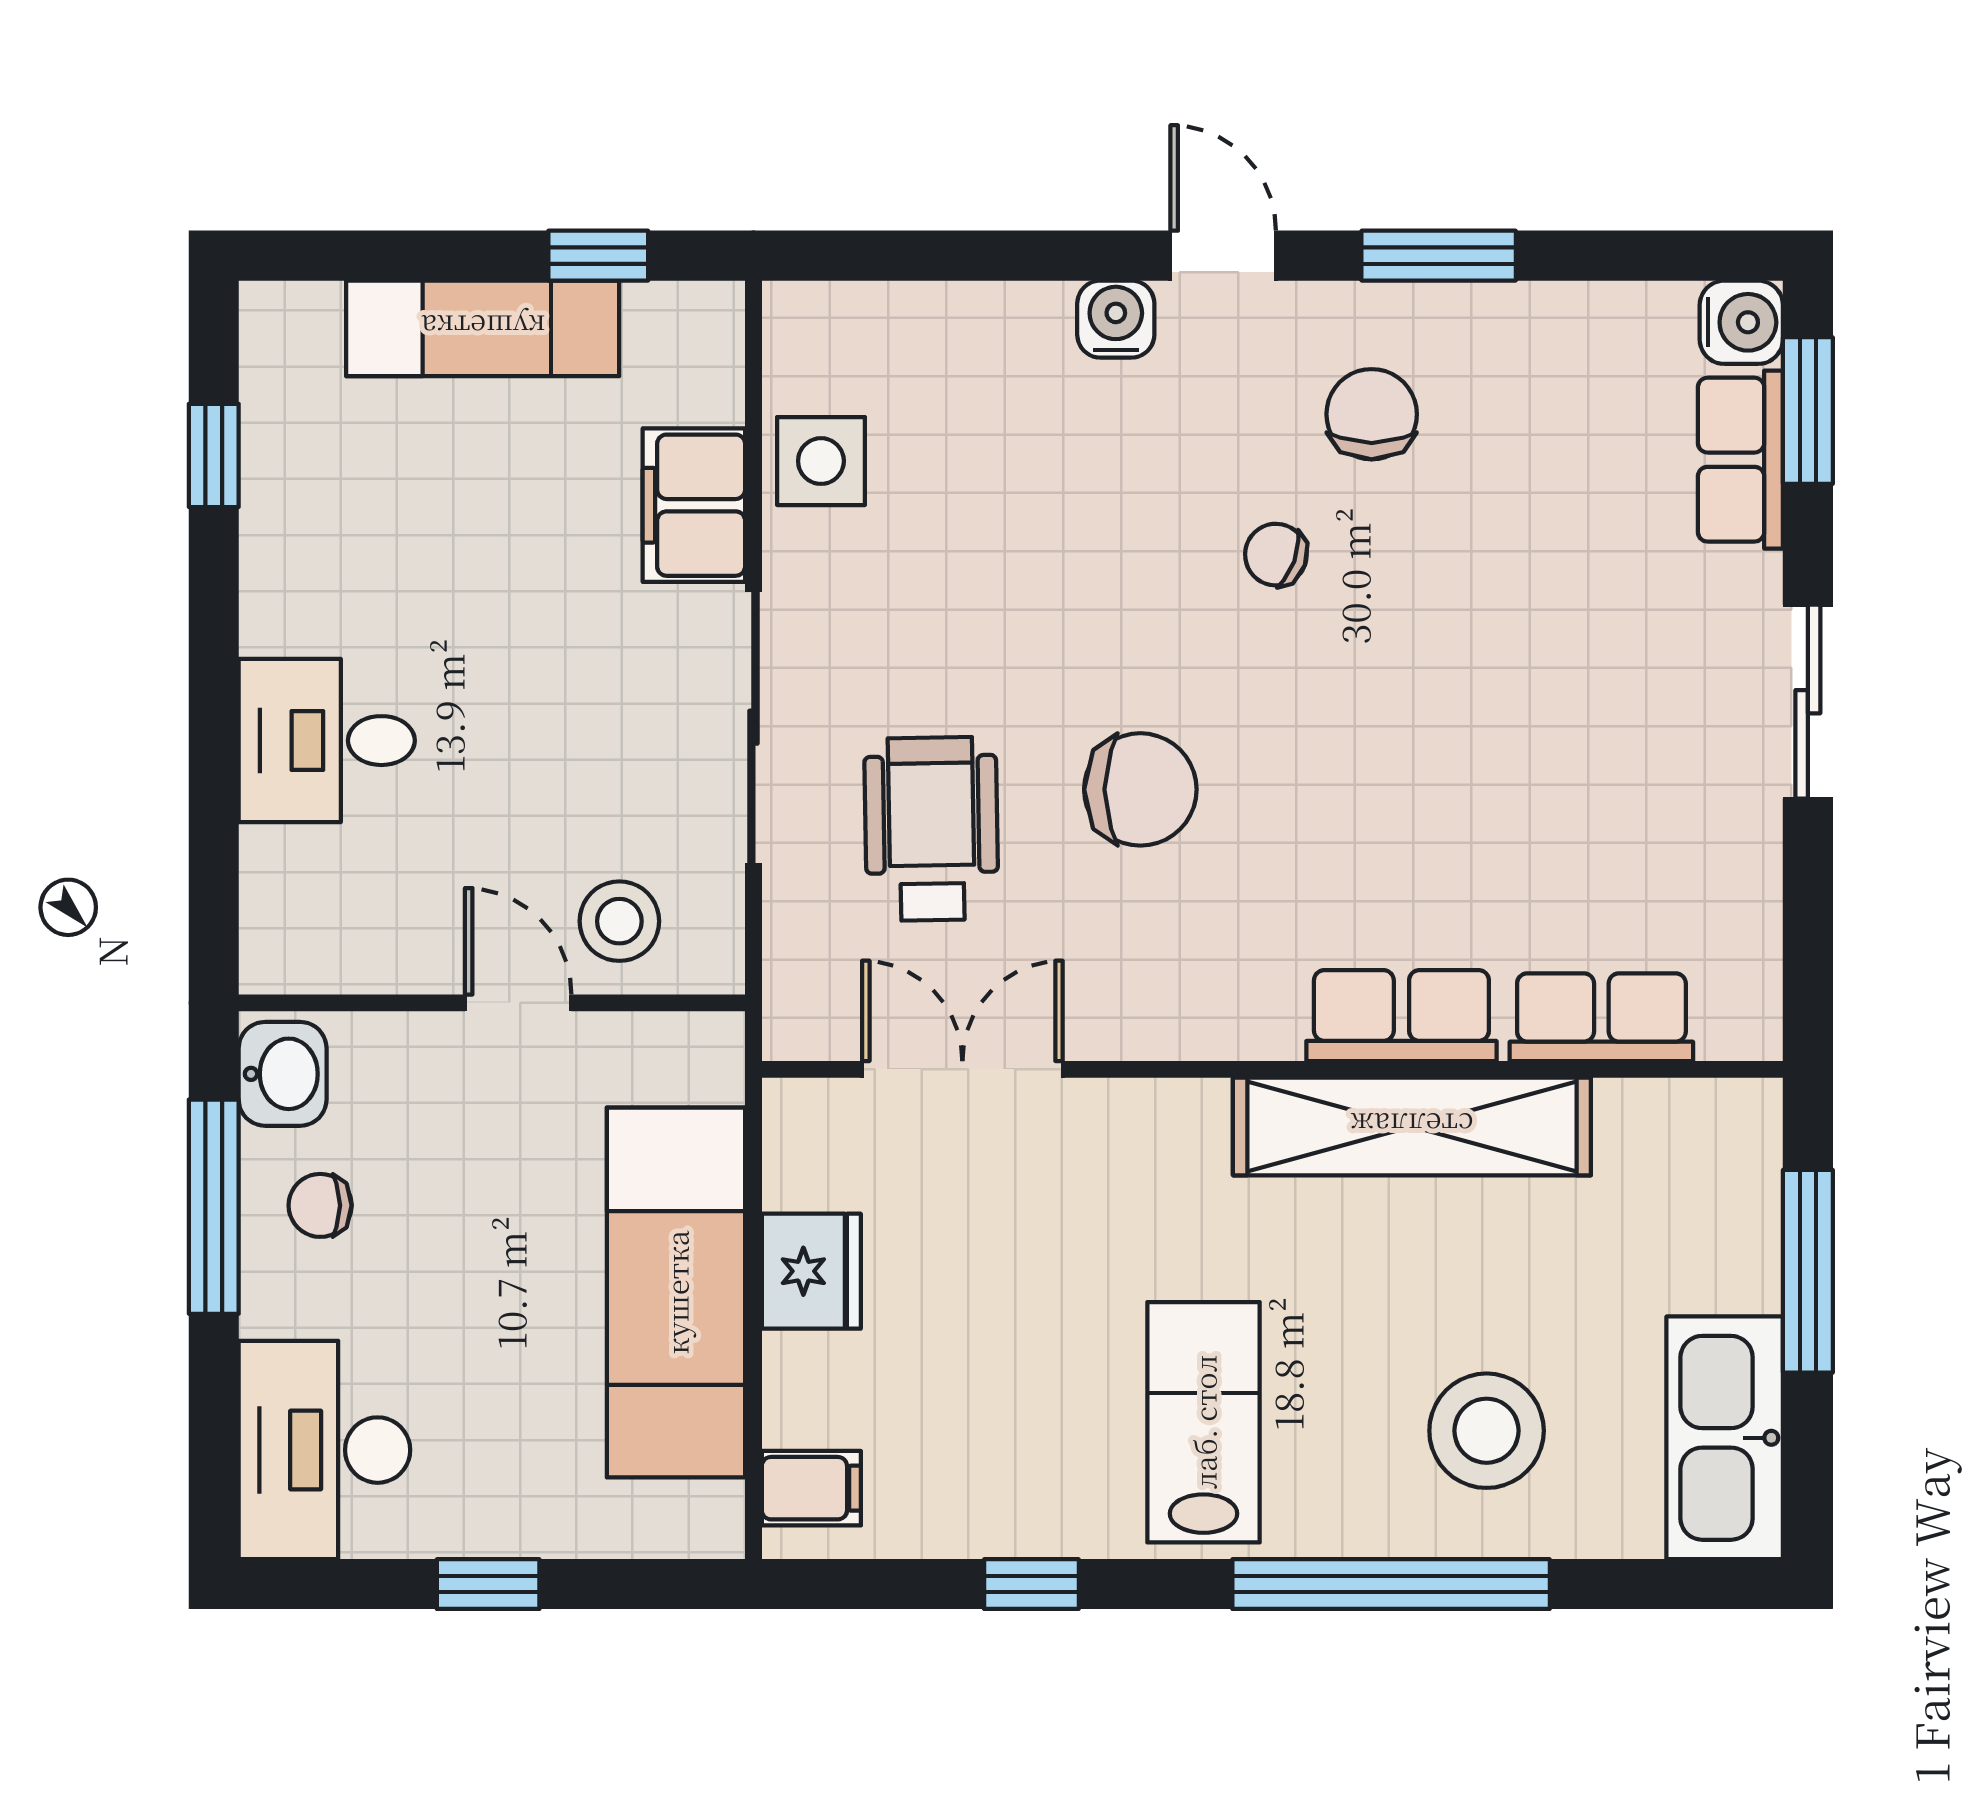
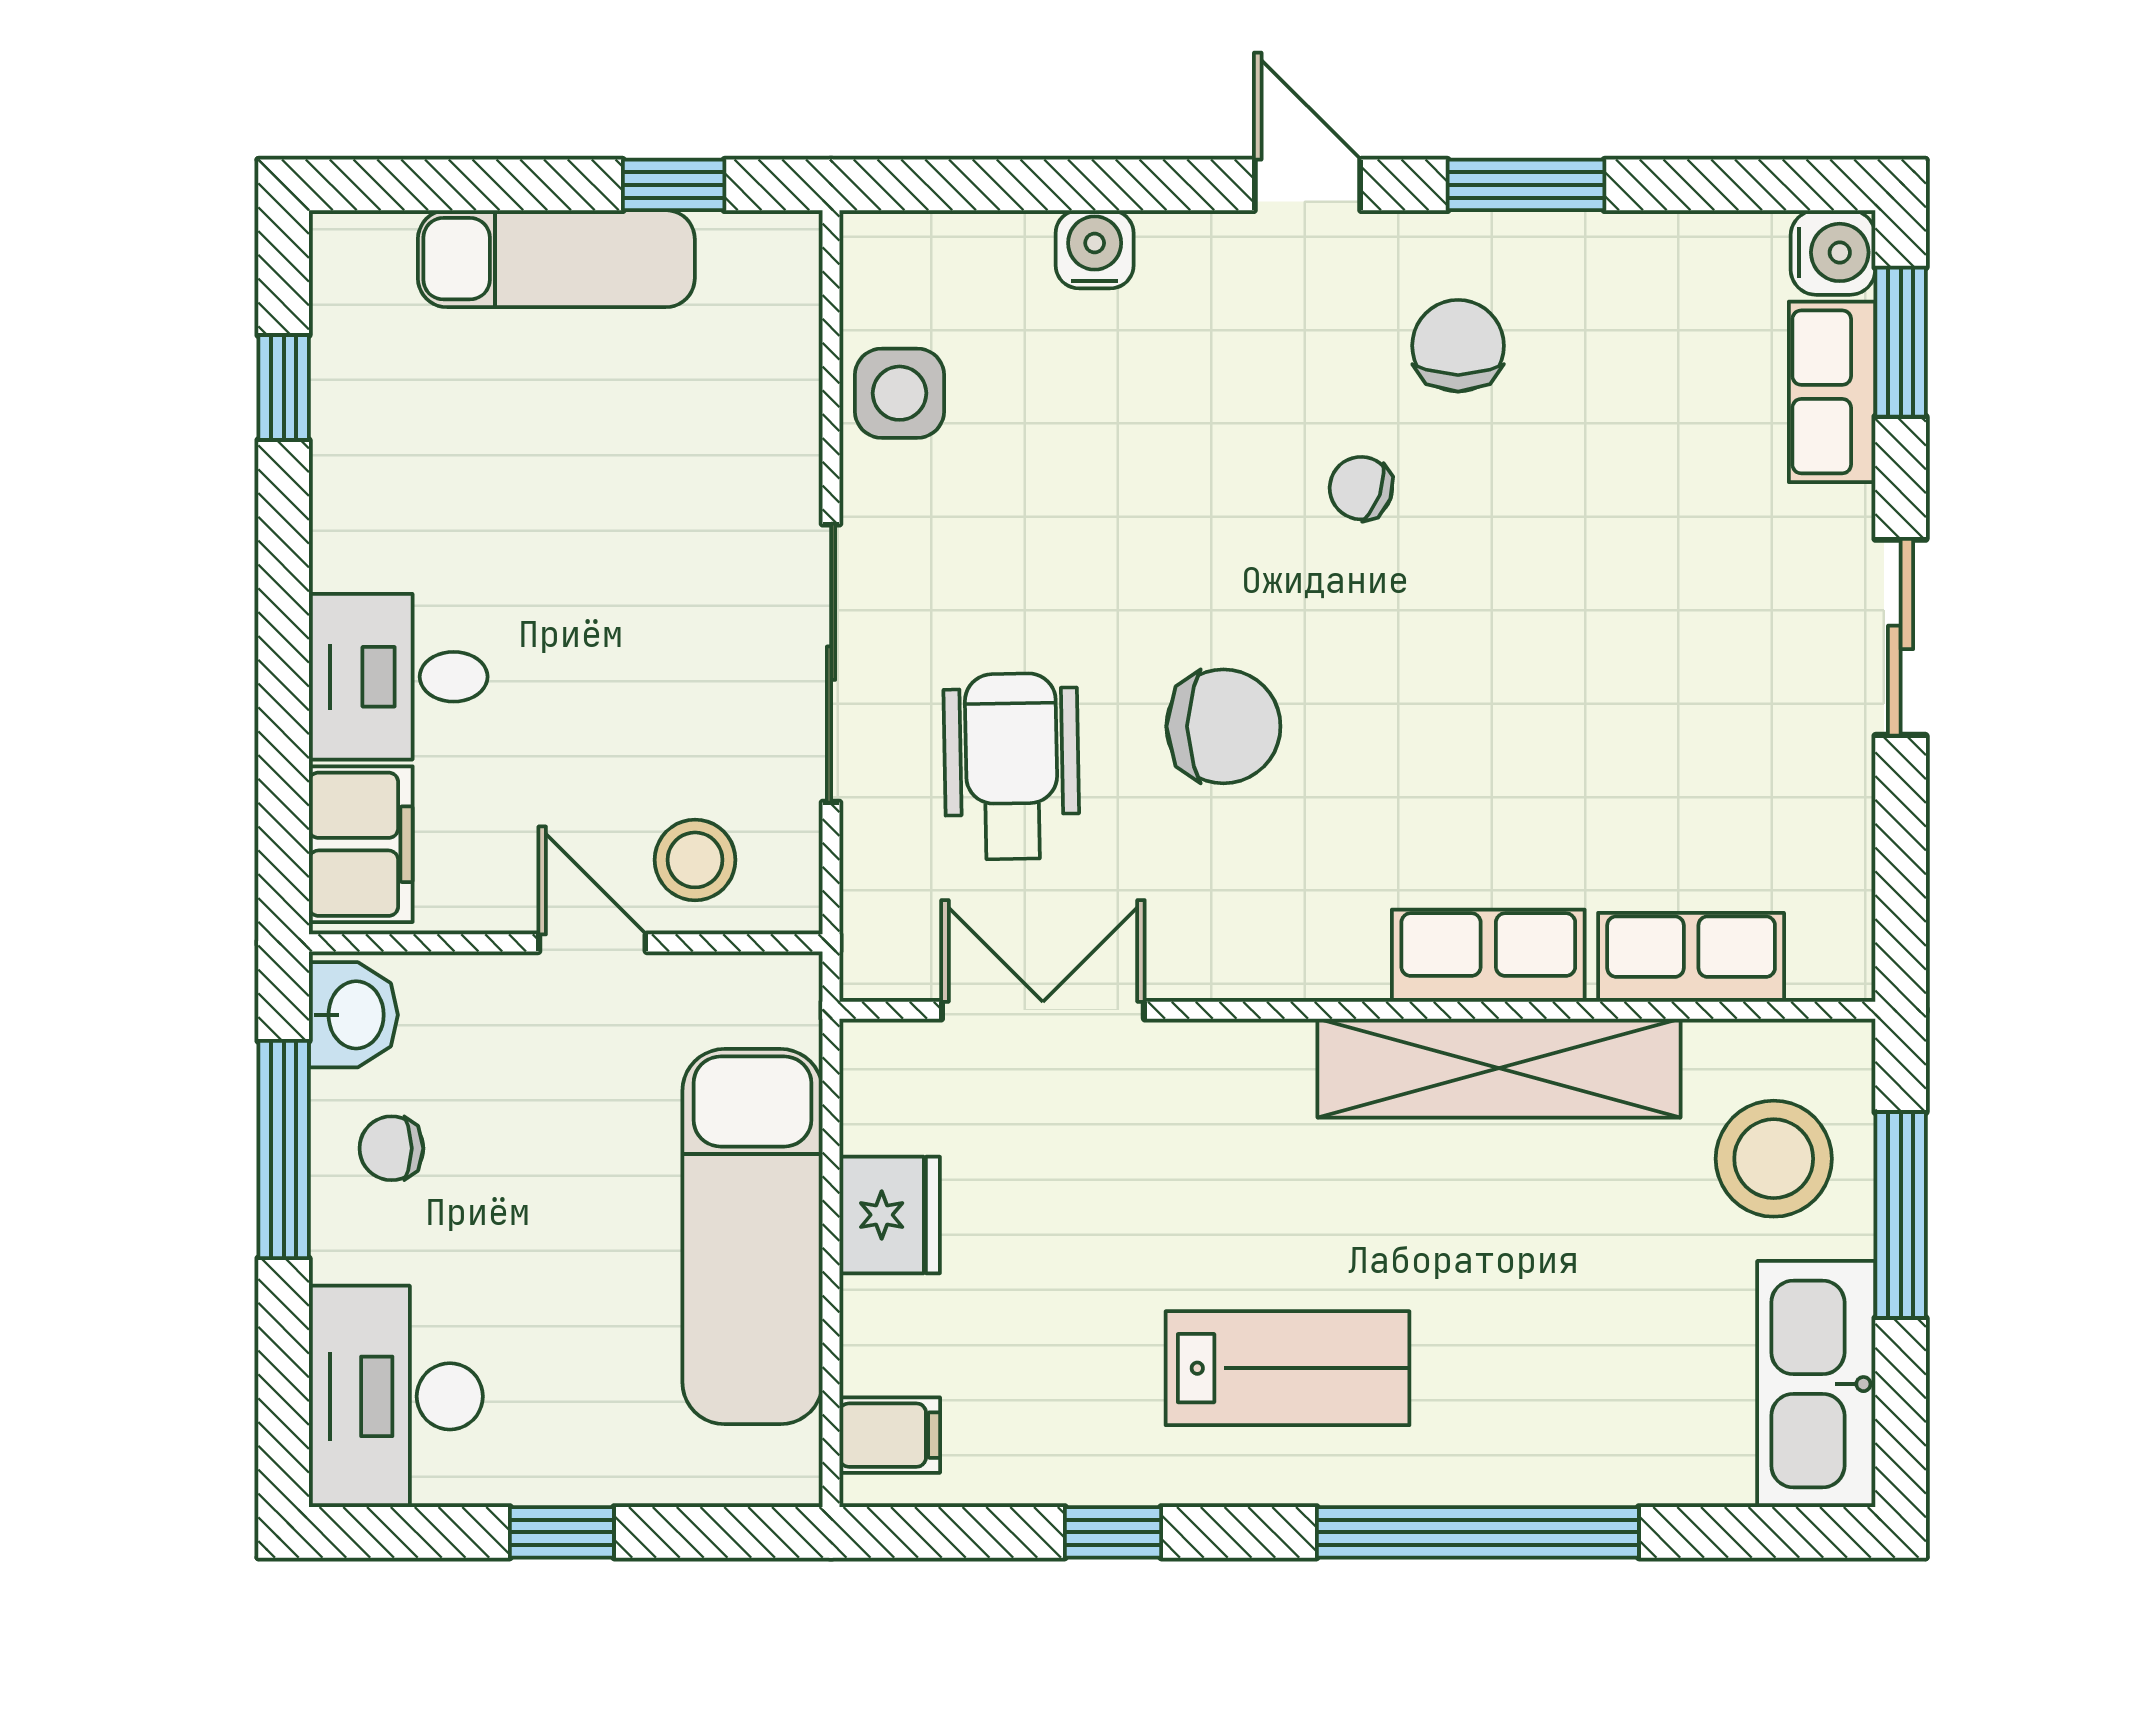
water cooler: (1116, 319) -> (1095, 249), moved
filing cabinet: (694, 505) -> (361, 844), moved, turned 180
lab bench: (1204, 1422) -> (1288, 1368), turned 90
stool: (1487, 1431) -> (1774, 1159), moved

